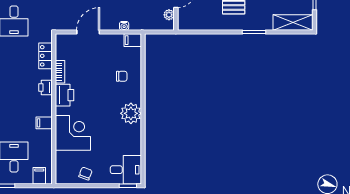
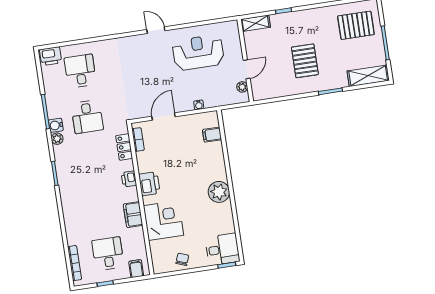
filing cabinet: (133, 40) -> (212, 135), moved
bookcase: (60, 72) -> (138, 140), moved
chair: (122, 76) -> (204, 156), removed
filing cabinet: (44, 123) -> (133, 215), width x2.00

